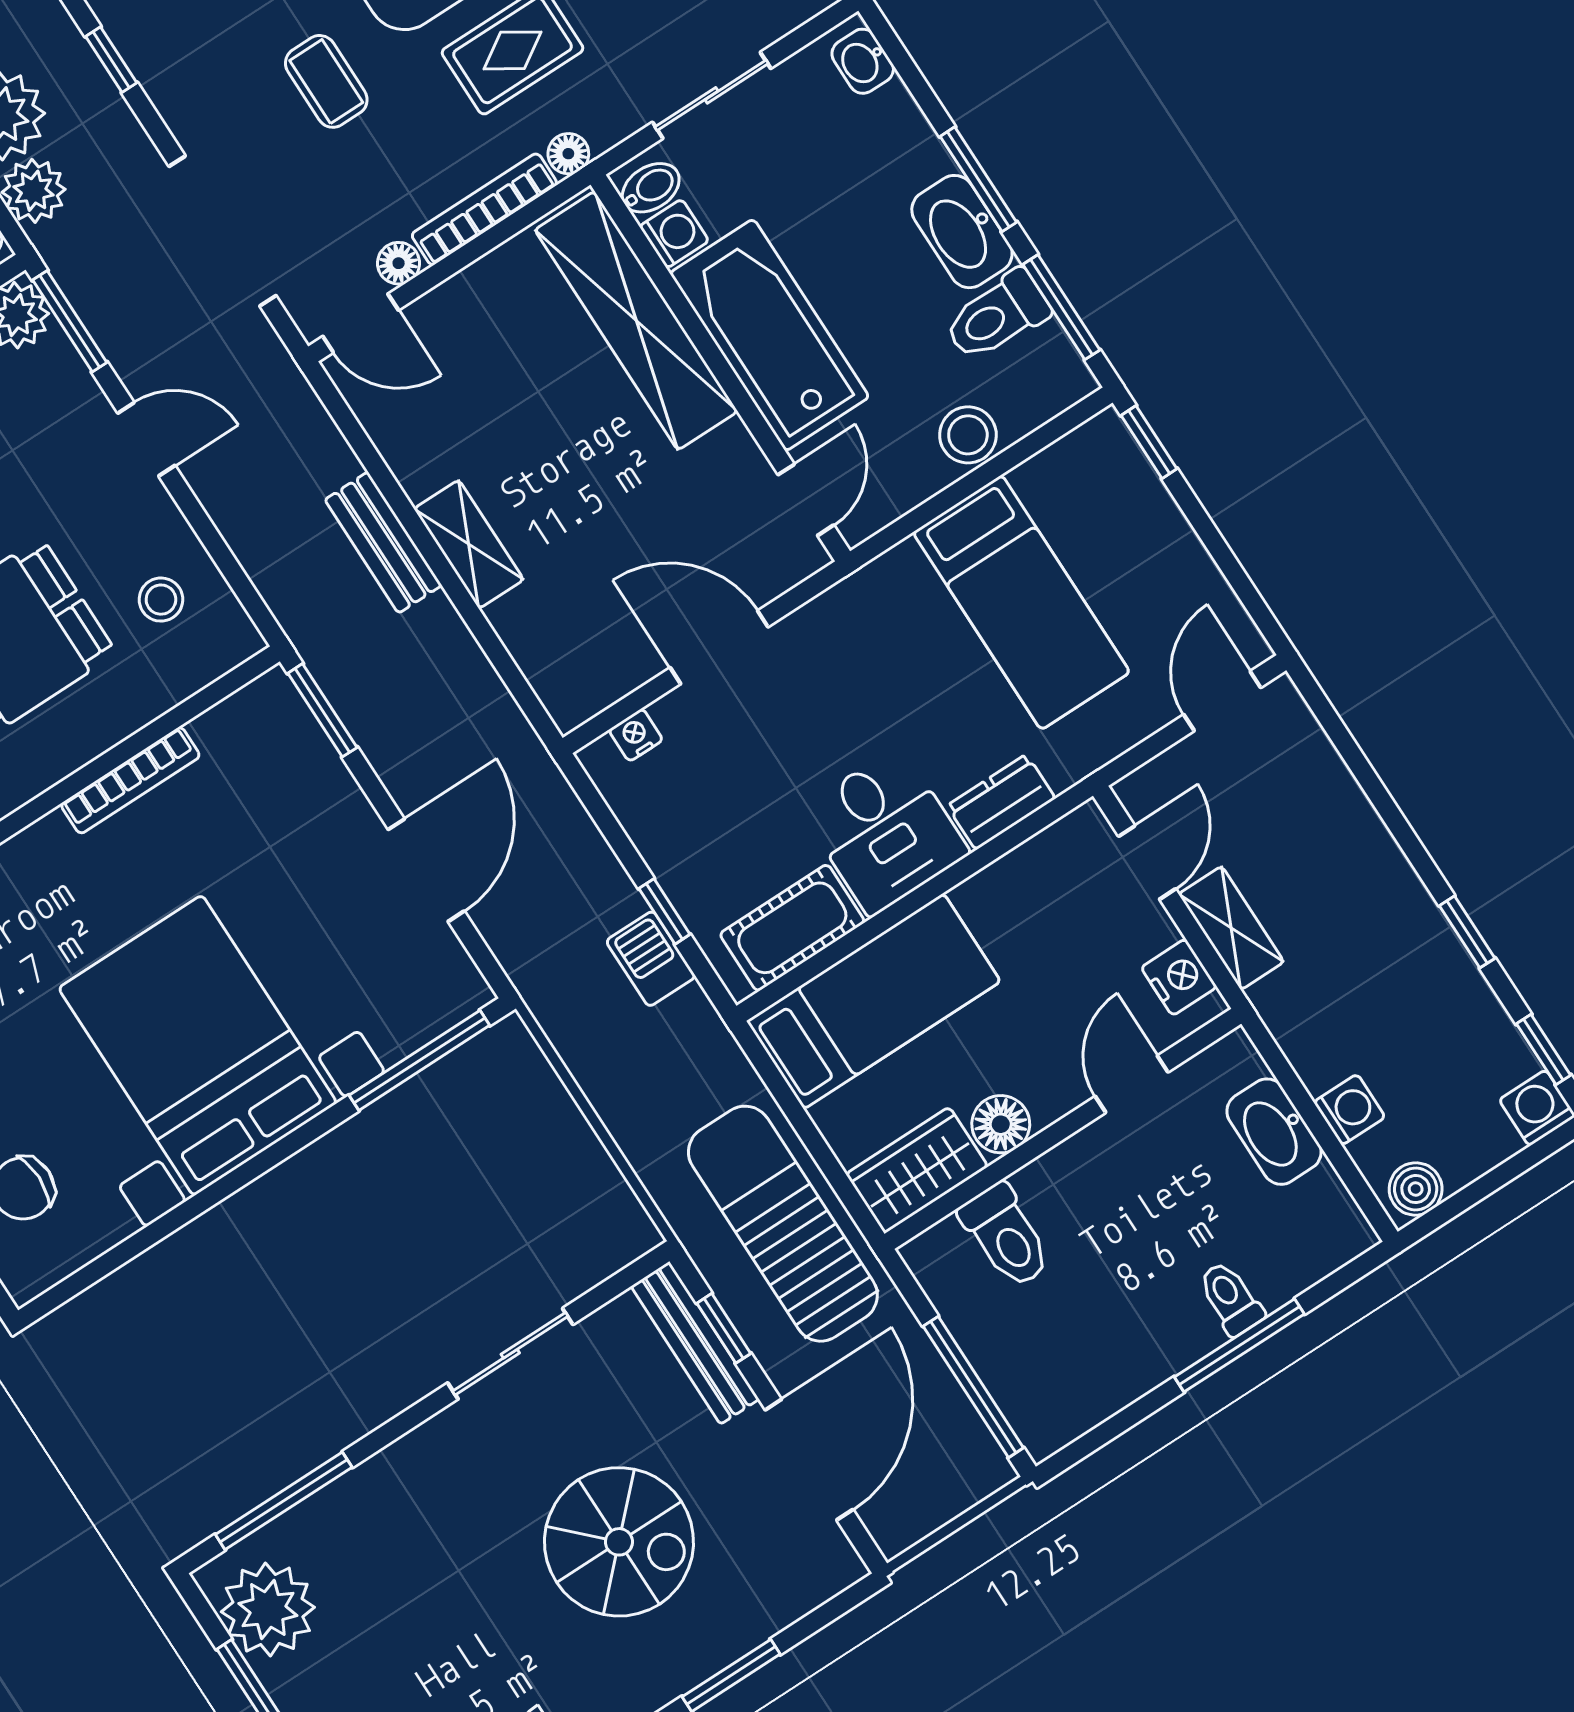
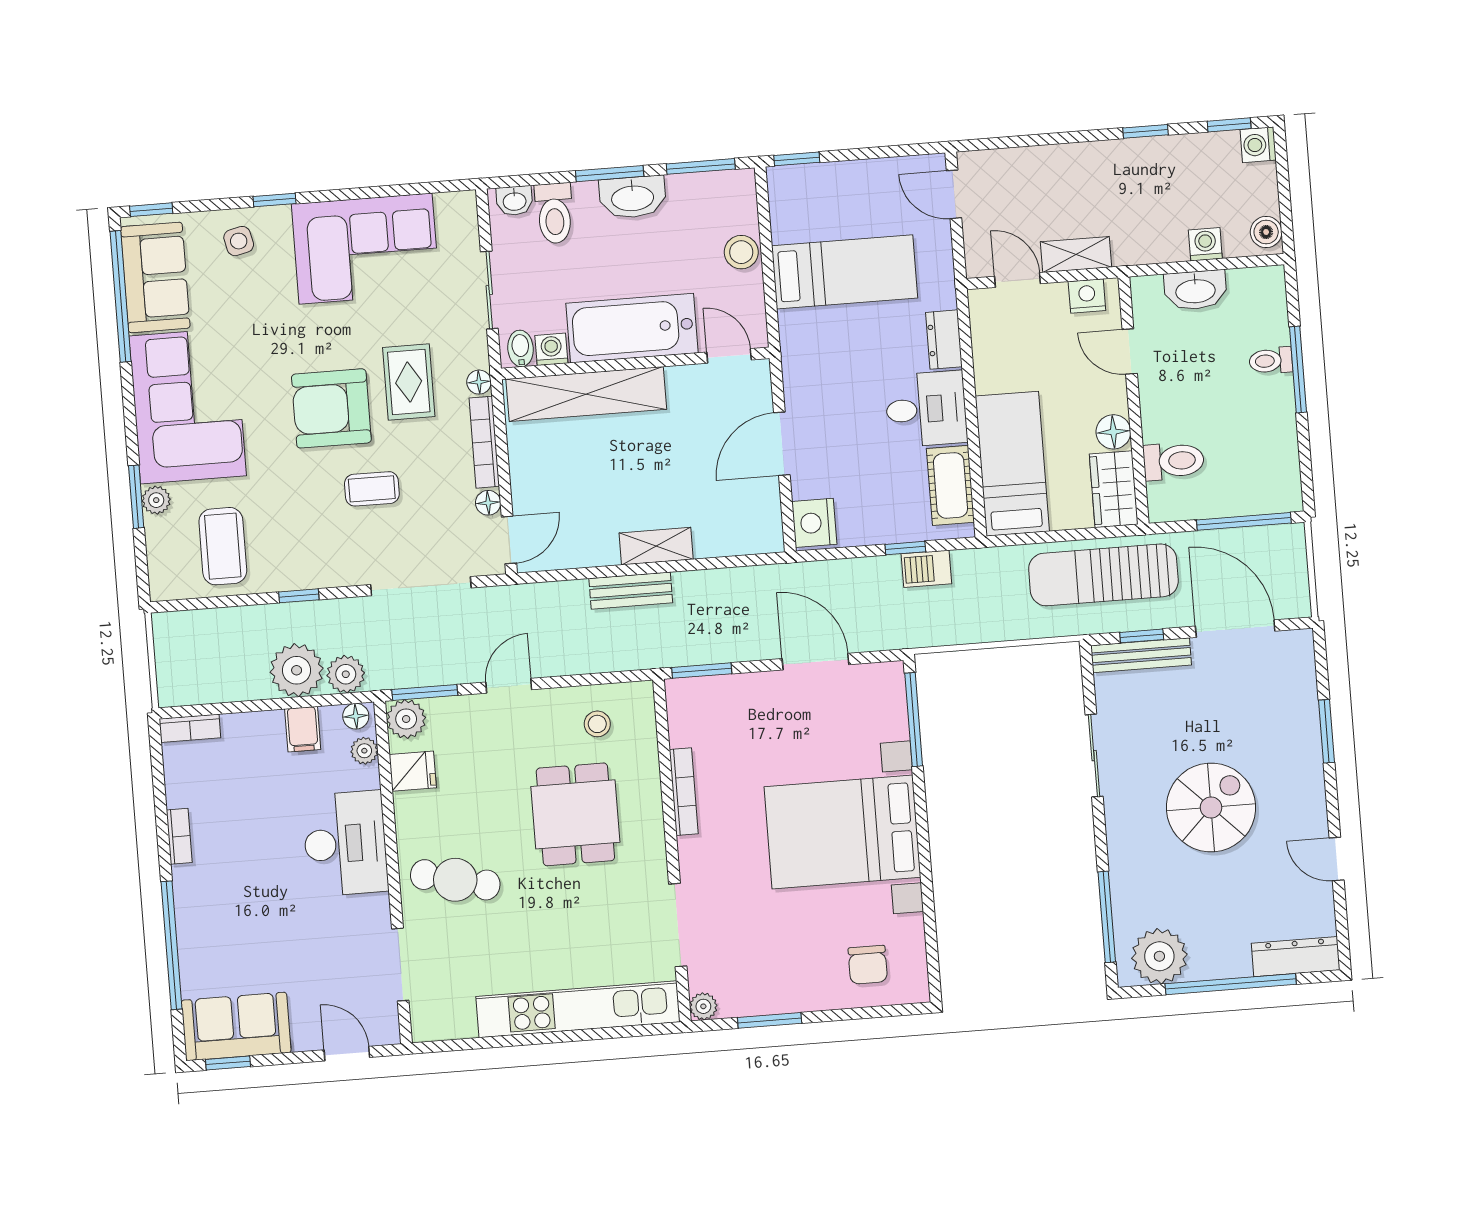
toilet: (997, 316) -> (554, 213), moved
nightstand: (636, 735) -> (814, 523), width x1.89, depth x1.79
spiral stairs: (619, 1542) -> (1211, 807), moved

